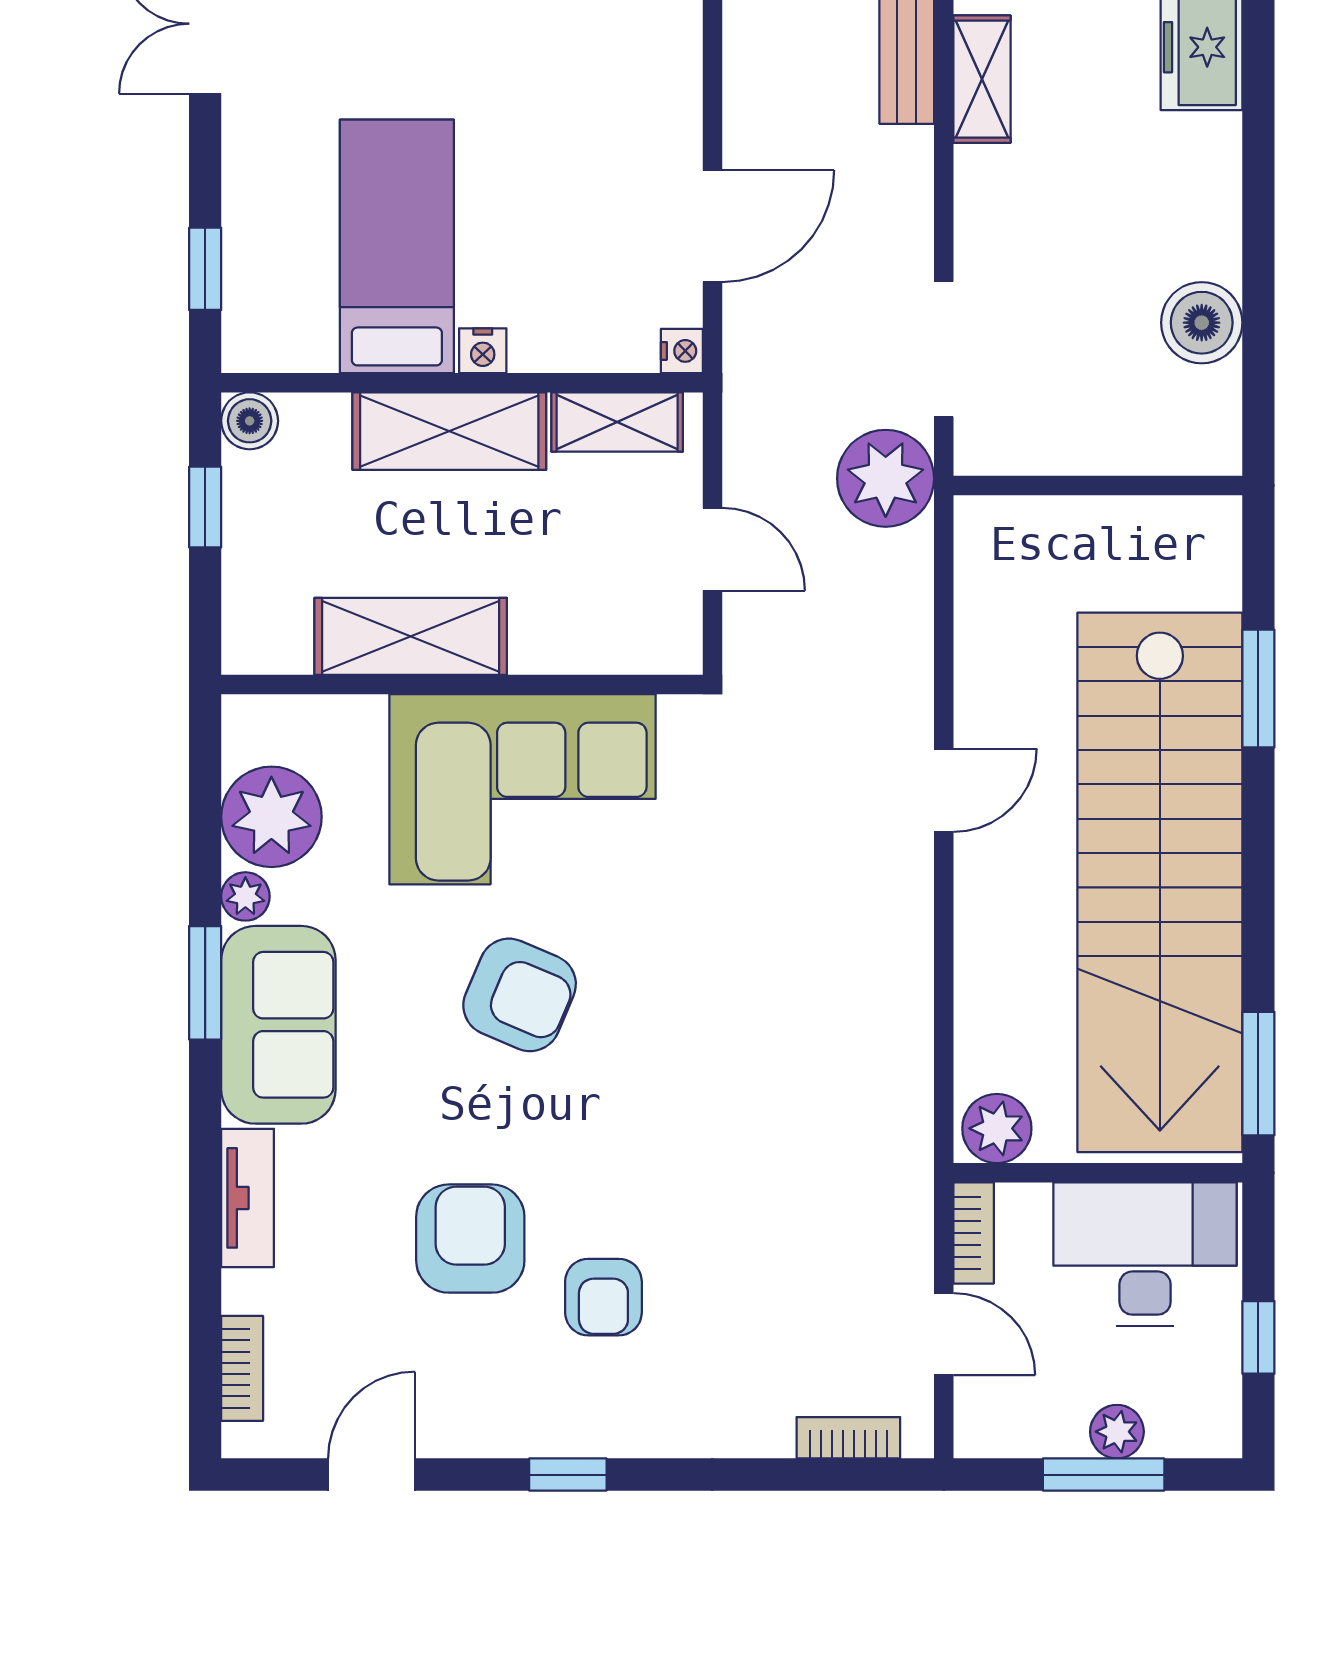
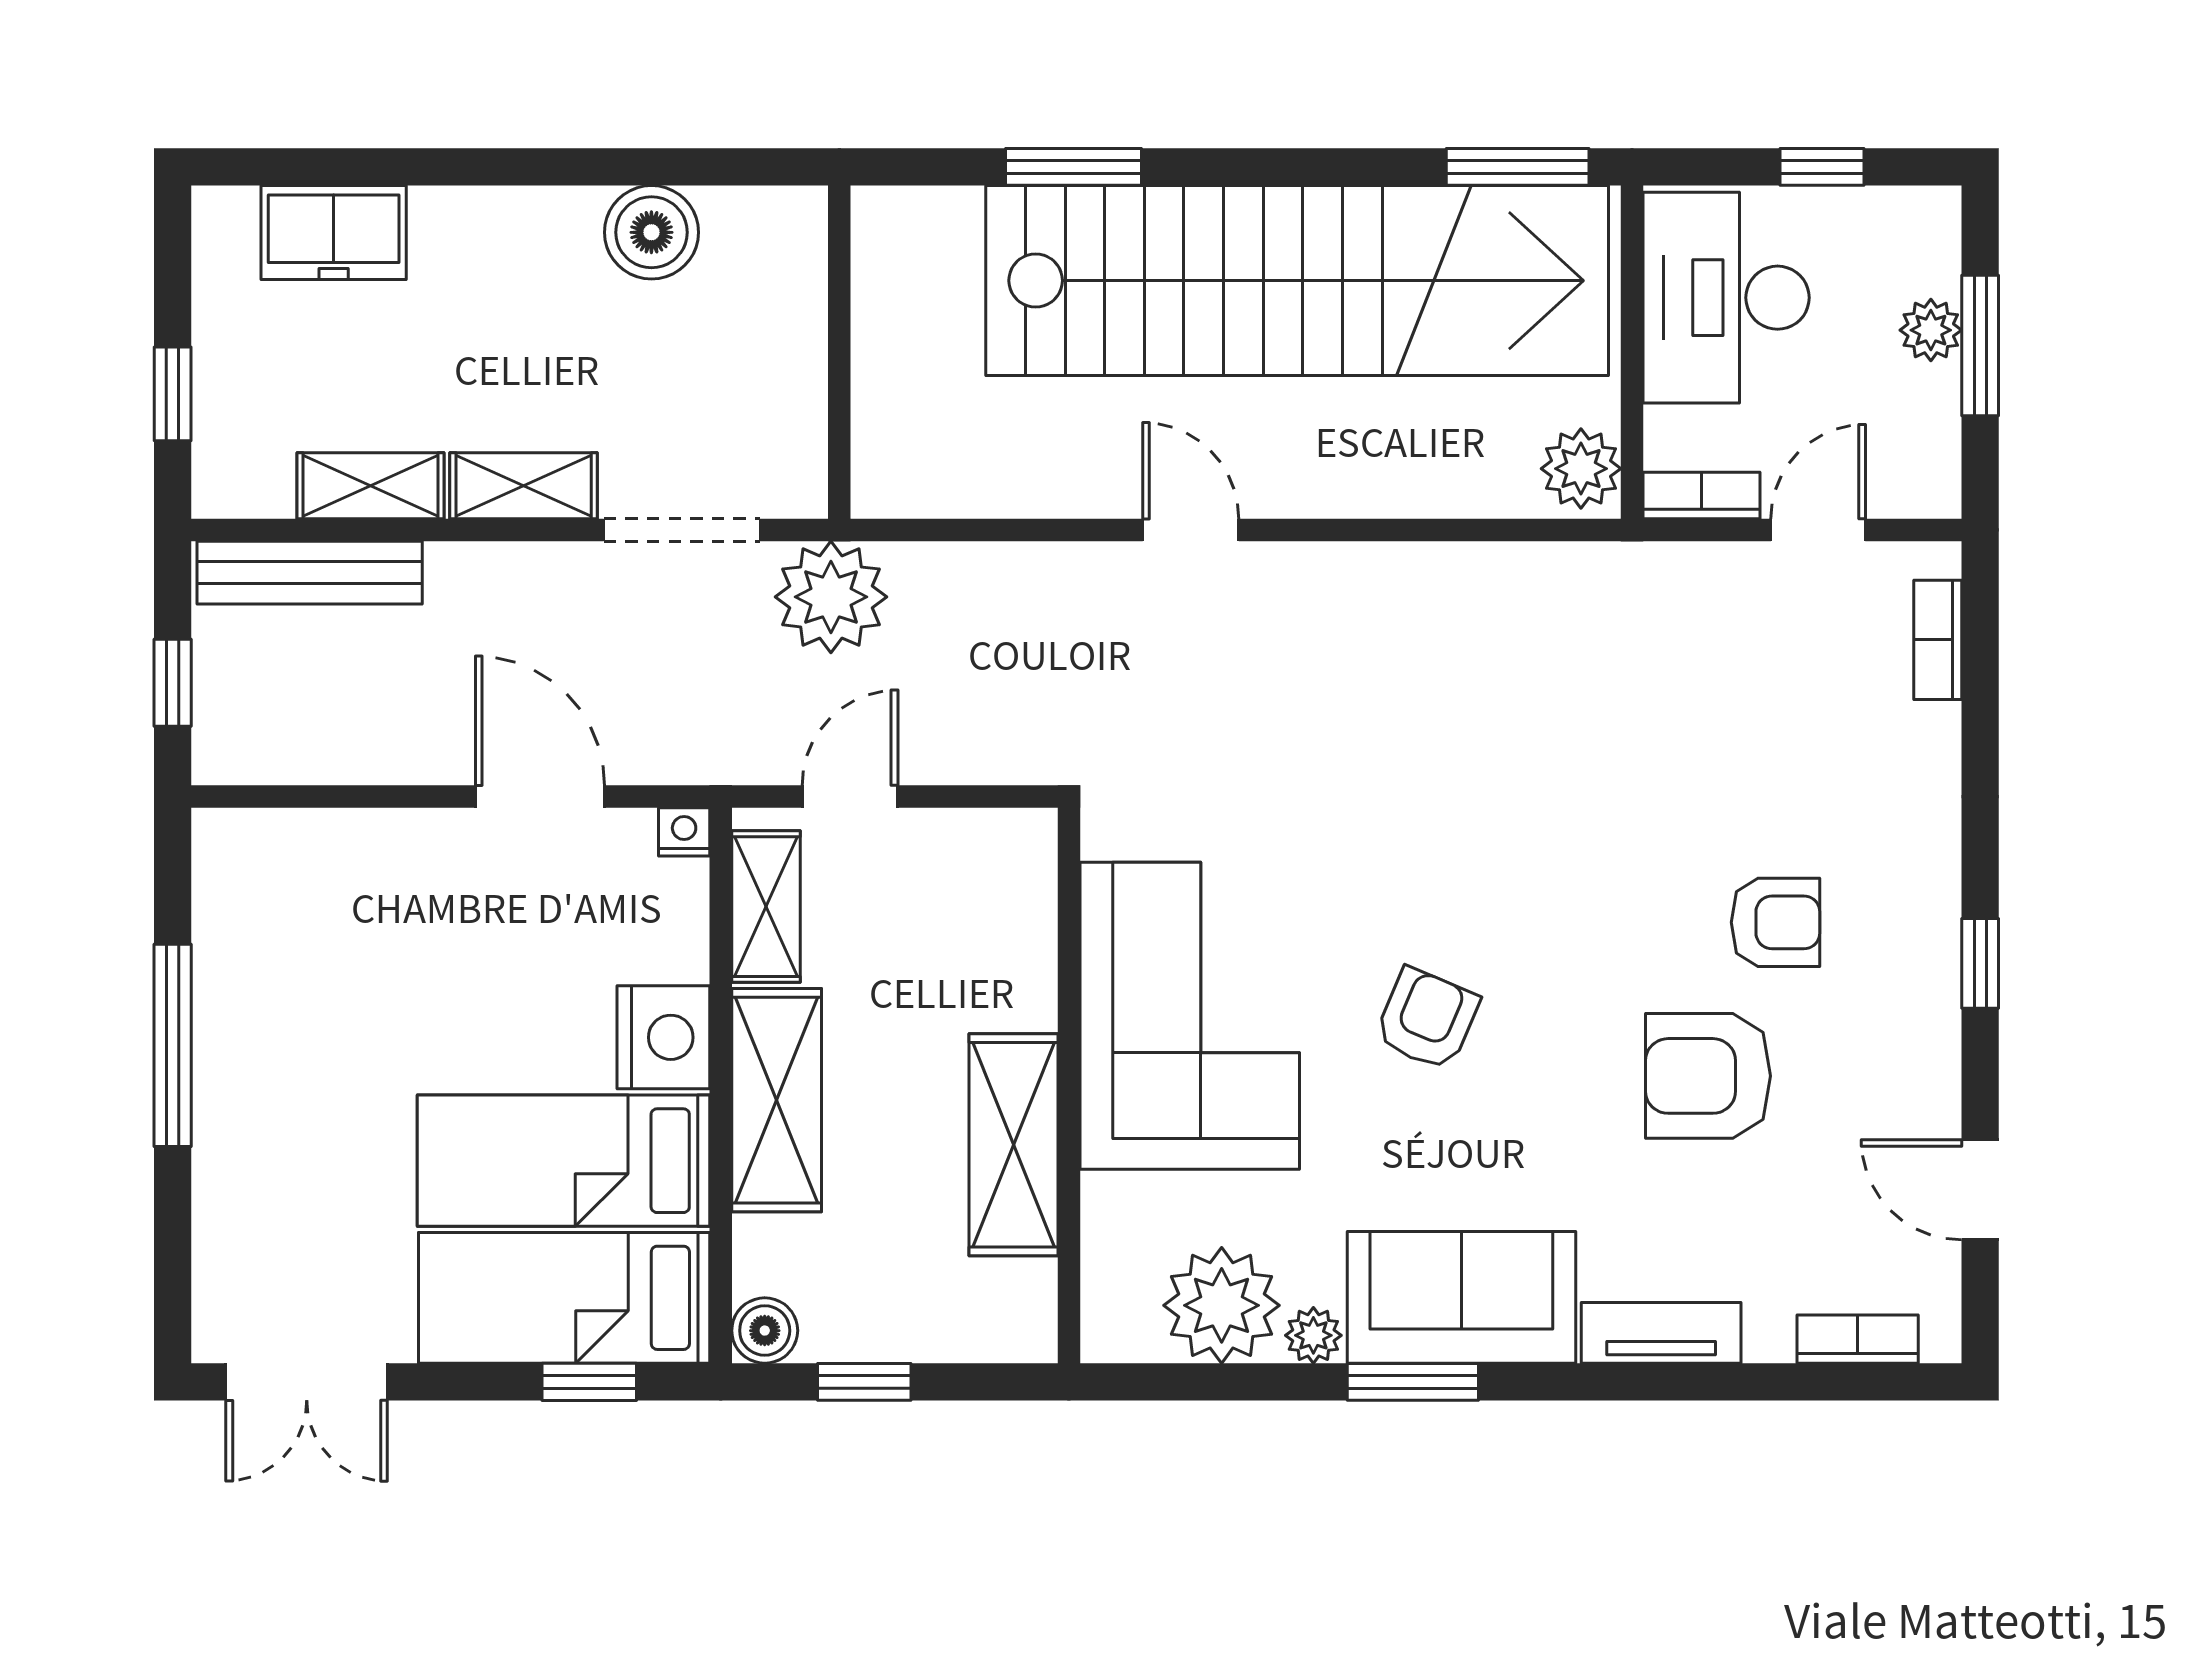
shelving: (982, 212) -> (524, 486), added
bed: (278, 247) -> (564, 1298), added
nightstand: (483, 351) -> (663, 1037), width x1.89, depth x1.79
door: (712, 549) -> (850, 797), moved
armchair: (520, 995) -> (1427, 1019), width x0.72, depth x0.72

